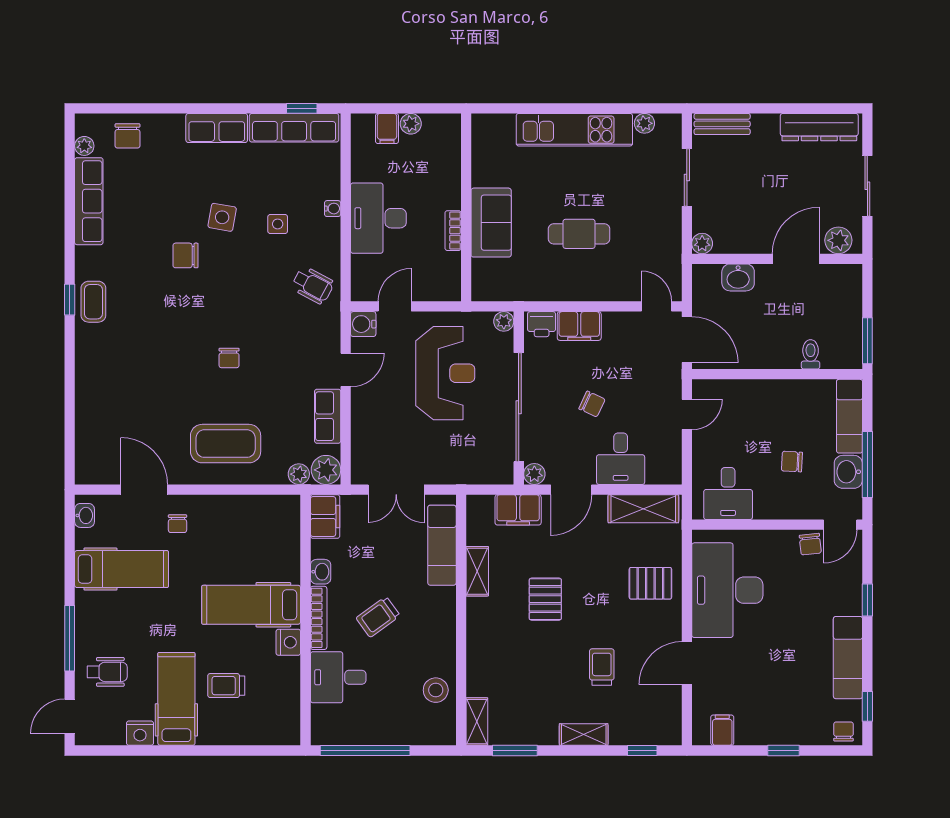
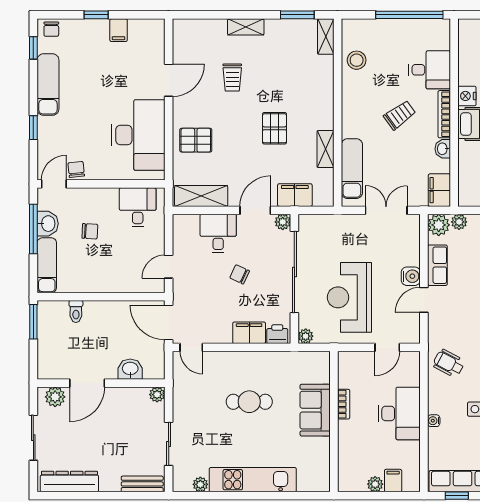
water cooler: (363, 324) -> (411, 276), moved
filing cabinet: (722, 730) -> (119, 30), moved
window: (642, 750) -> (202, 15), removed

